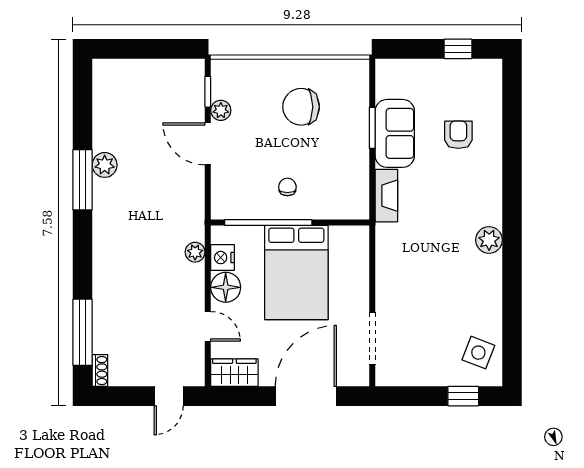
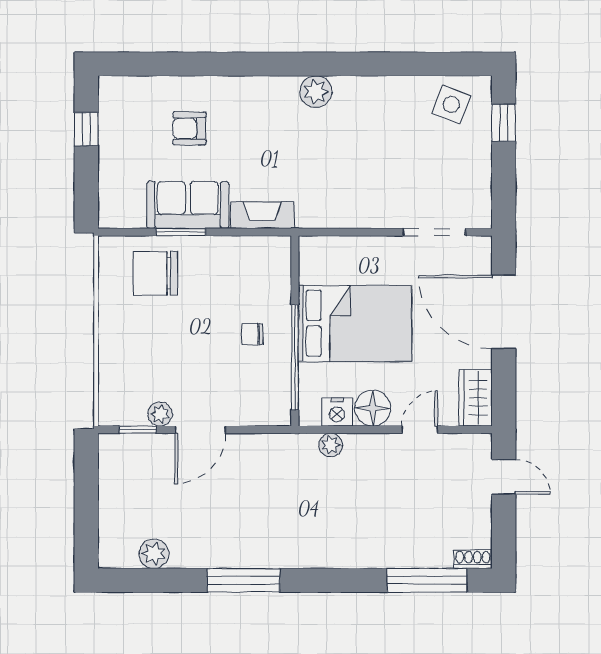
chair: (301, 107) -> (155, 273), moved, turned 90
plant: (105, 165) -> (154, 554), moved

